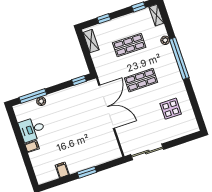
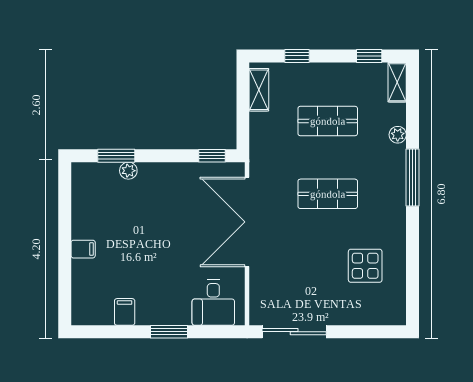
window: (179, 58) -> (413, 177), width x0.68
window: (33, 96) -> (116, 156), width x0.69
double door: (107, 107) -> (247, 222), swing flipped
desk: (32, 129) -> (213, 303), moved, turned -90

